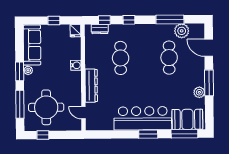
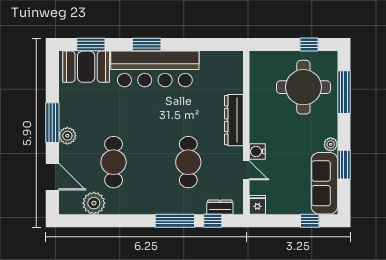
window: (170, 19) -> (112, 221), removed
window: (54, 20) -> (310, 221), moved
window: (129, 20) -> (175, 221), width x2.17
window: (20, 71) -> (344, 165), moved
plant: (199, 92) -> (67, 136), moved
door: (83, 113) -> (246, 170), moved
window: (184, 134) -> (91, 45), width x0.69

